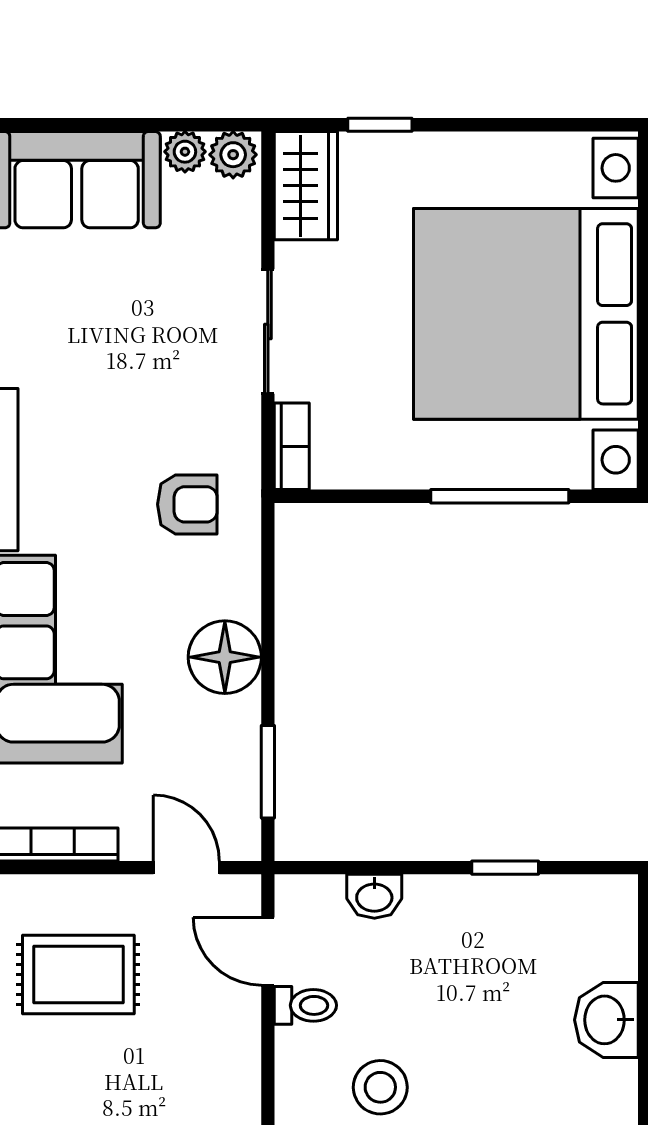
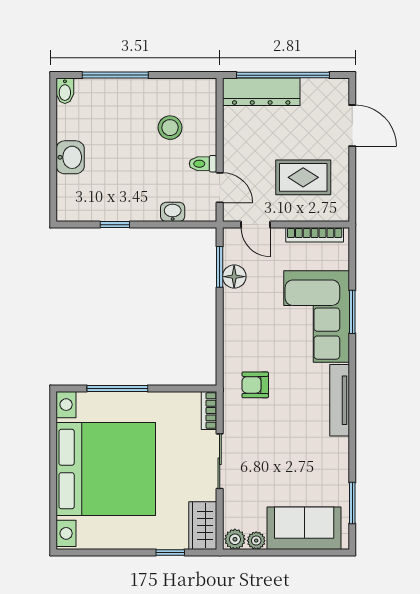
floor lamp: (225, 657) -> (234, 277), moved, width x0.73, depth x0.73

